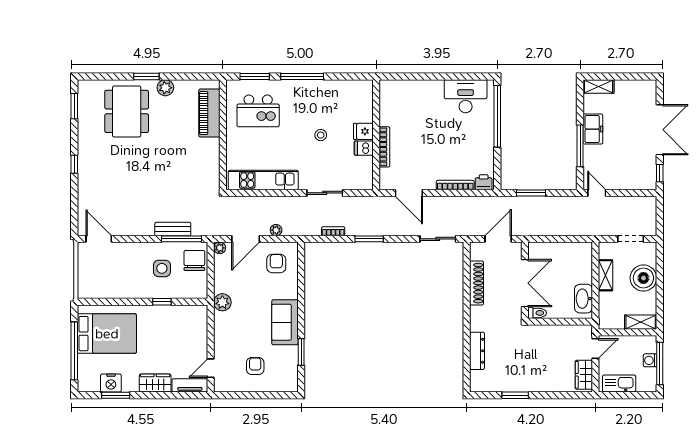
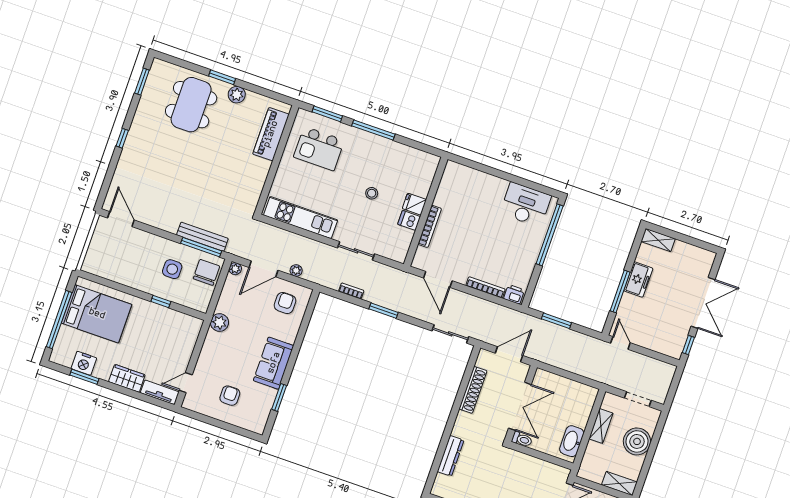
bench: (173, 229) -> (202, 237), width x1.36

